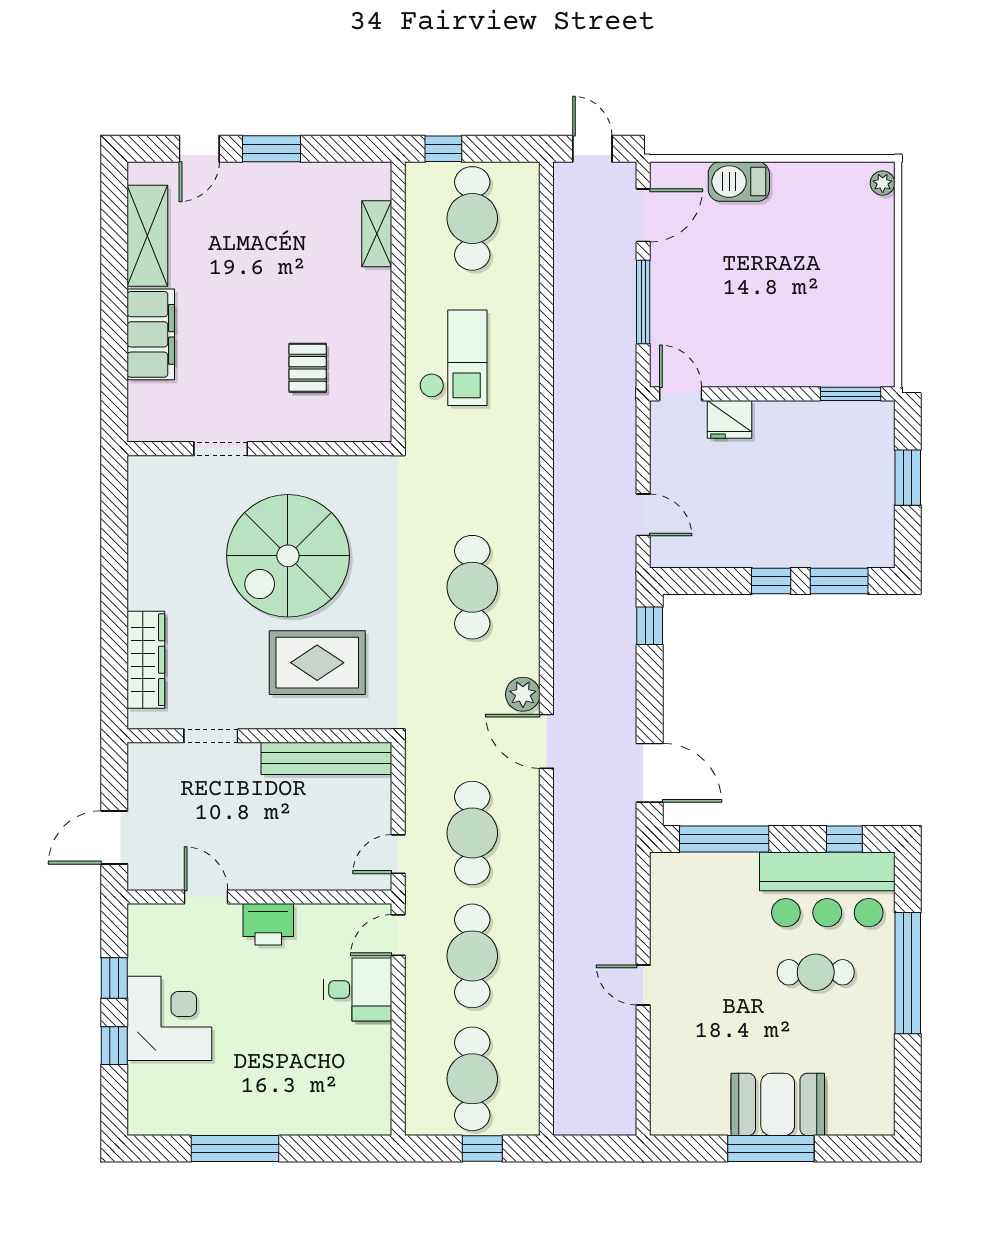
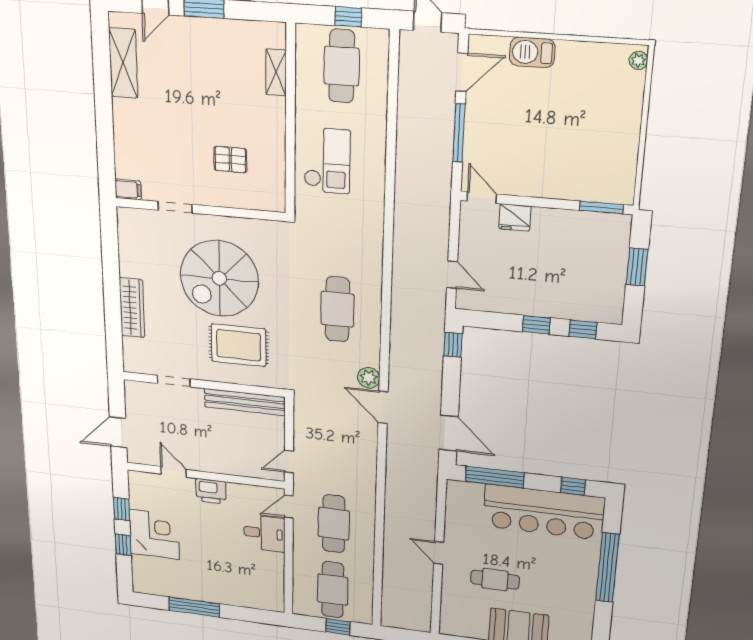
window: (443, 149) -> (348, 17), moved
filing cabinet: (151, 334) -> (128, 189), moved, width x0.33, depth x0.86
pallet: (308, 368) -> (230, 160), turned 90
window: (839, 581) -> (583, 329), width x0.67
wardrobe: (146, 660) -> (132, 308), moved
cafe table: (472, 833) -> (335, 455), removed
bar counter: (827, 889) -> (543, 512), width x1.36
cafe table: (816, 972) -> (495, 580), moved

